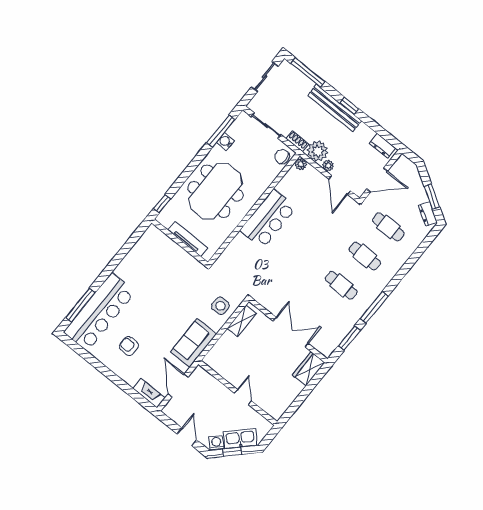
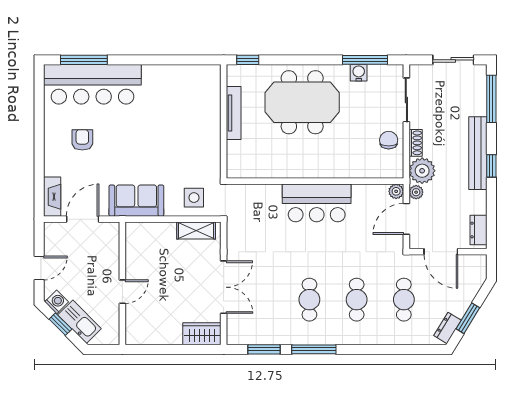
plant: (301, 164) -> (396, 191), moved
wall: (254, 209) -> (315, 181), moved
bar counter: (268, 219) -> (317, 203), moved

